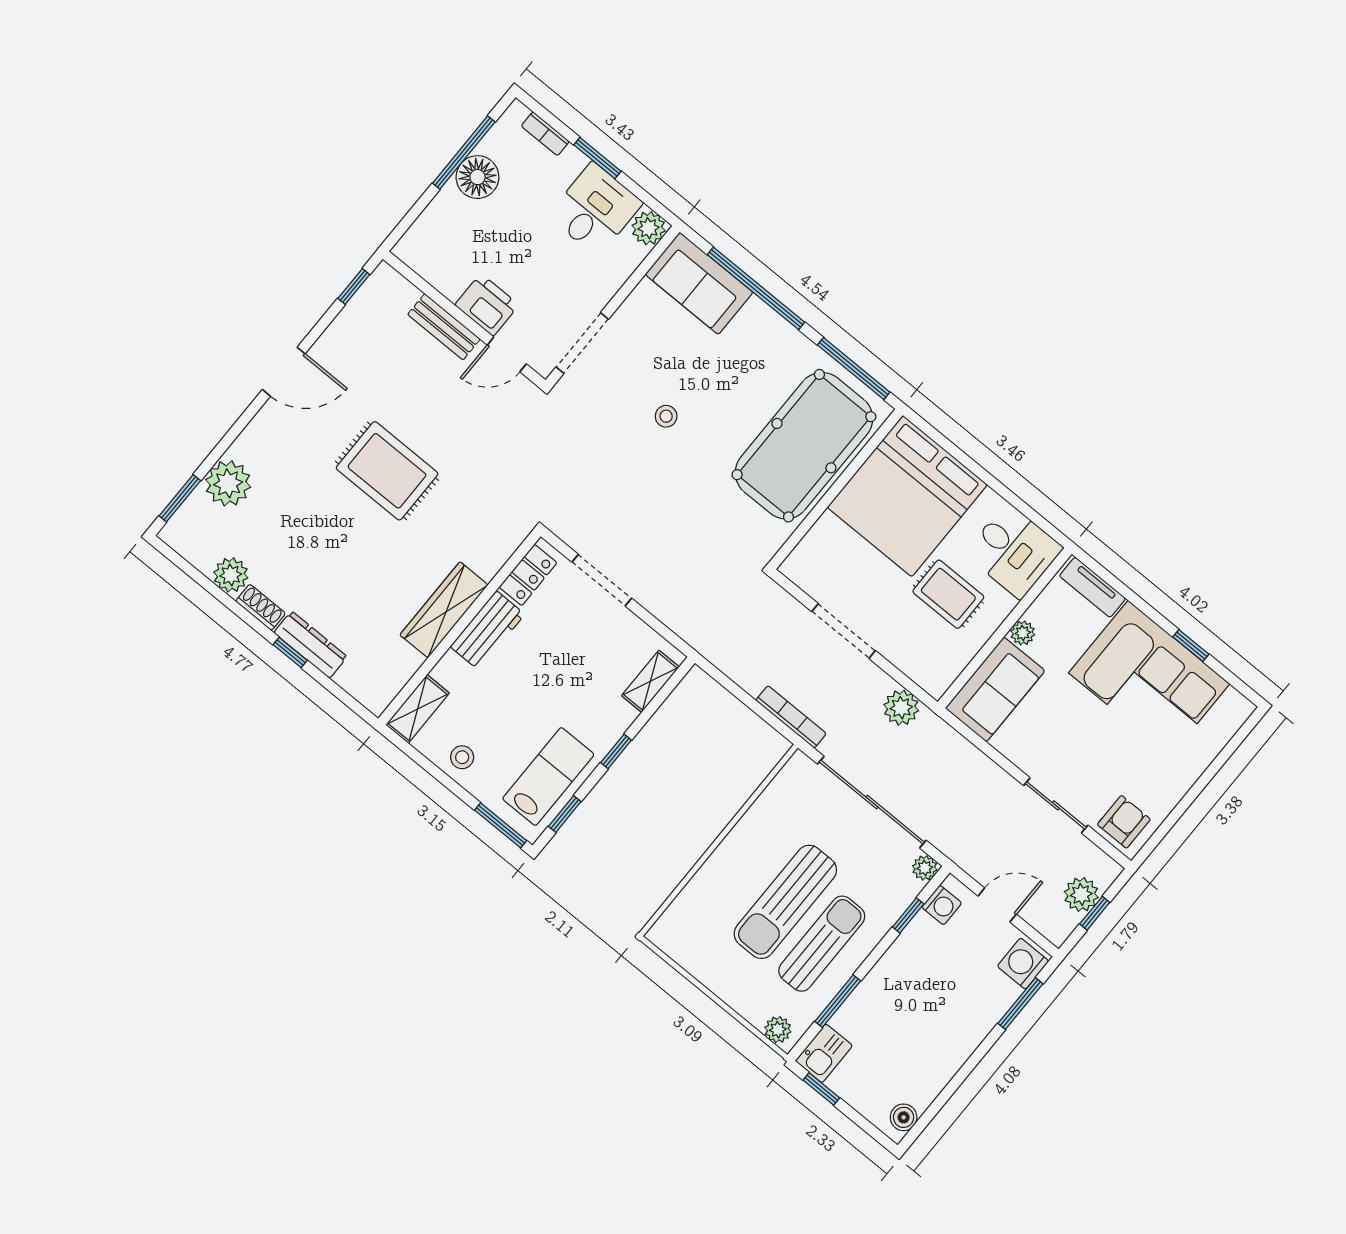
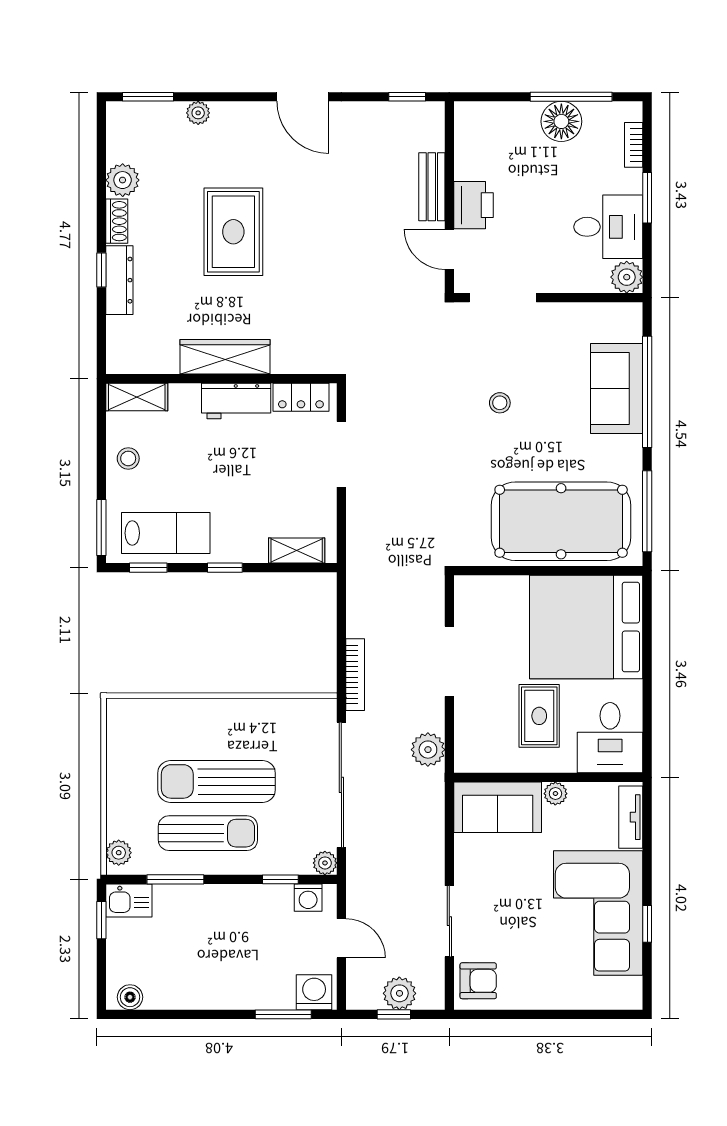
sofa: (699, 283) -> (617, 389), moved
rug: (387, 471) -> (233, 232), moved
plant: (228, 483) -> (198, 113), width x0.53, depth x0.53

